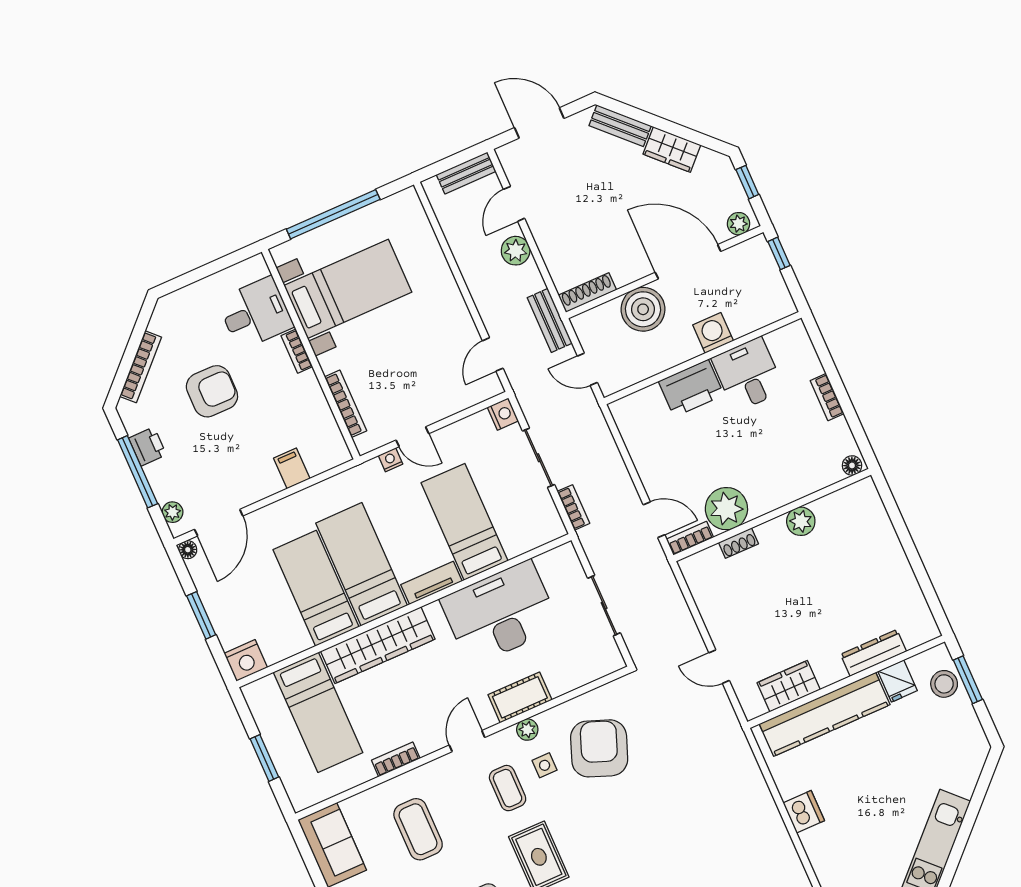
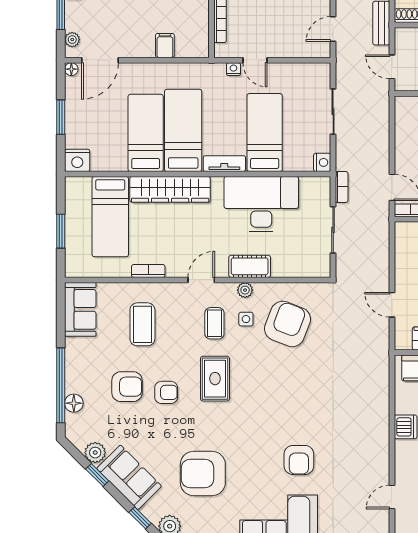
nightstand: (503, 414) -> (322, 162), moved
bookcase: (573, 507) -> (342, 187), moved

